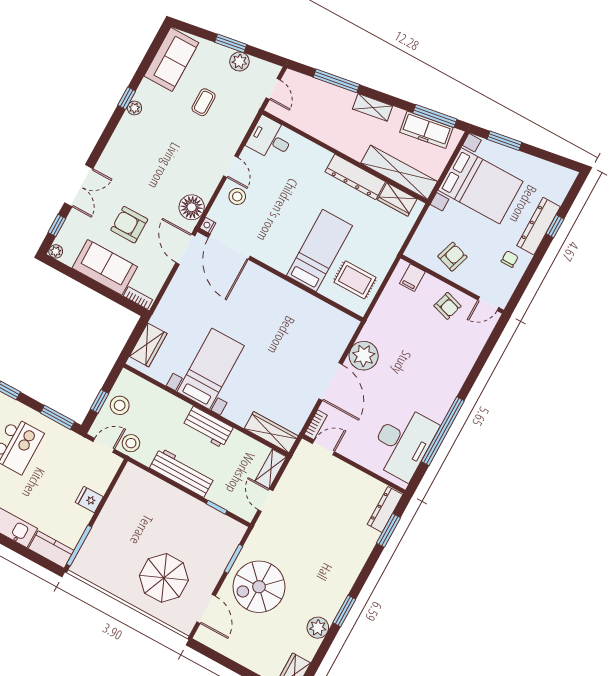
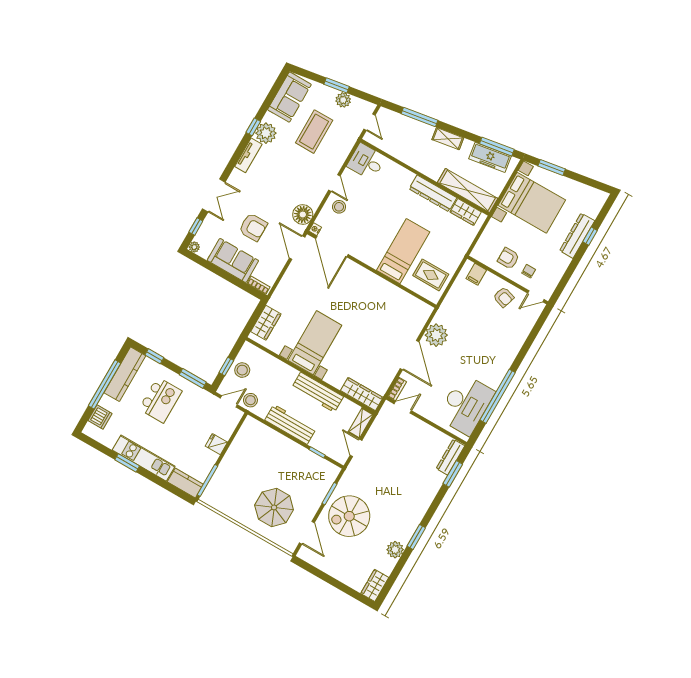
coffee table: (204, 102) -> (314, 132), width x1.86, depth x1.72
plant: (134, 108) -> (266, 133), width x1.88, depth x1.88
tv unit: (121, 134) -> (248, 155), added
armchair: (129, 225) -> (253, 227), turned 180
armchair: (452, 257) -> (508, 258), turned -108
chair: (510, 259) -> (529, 271), moved
workbench: (208, 427) -> (317, 392), width x1.38

